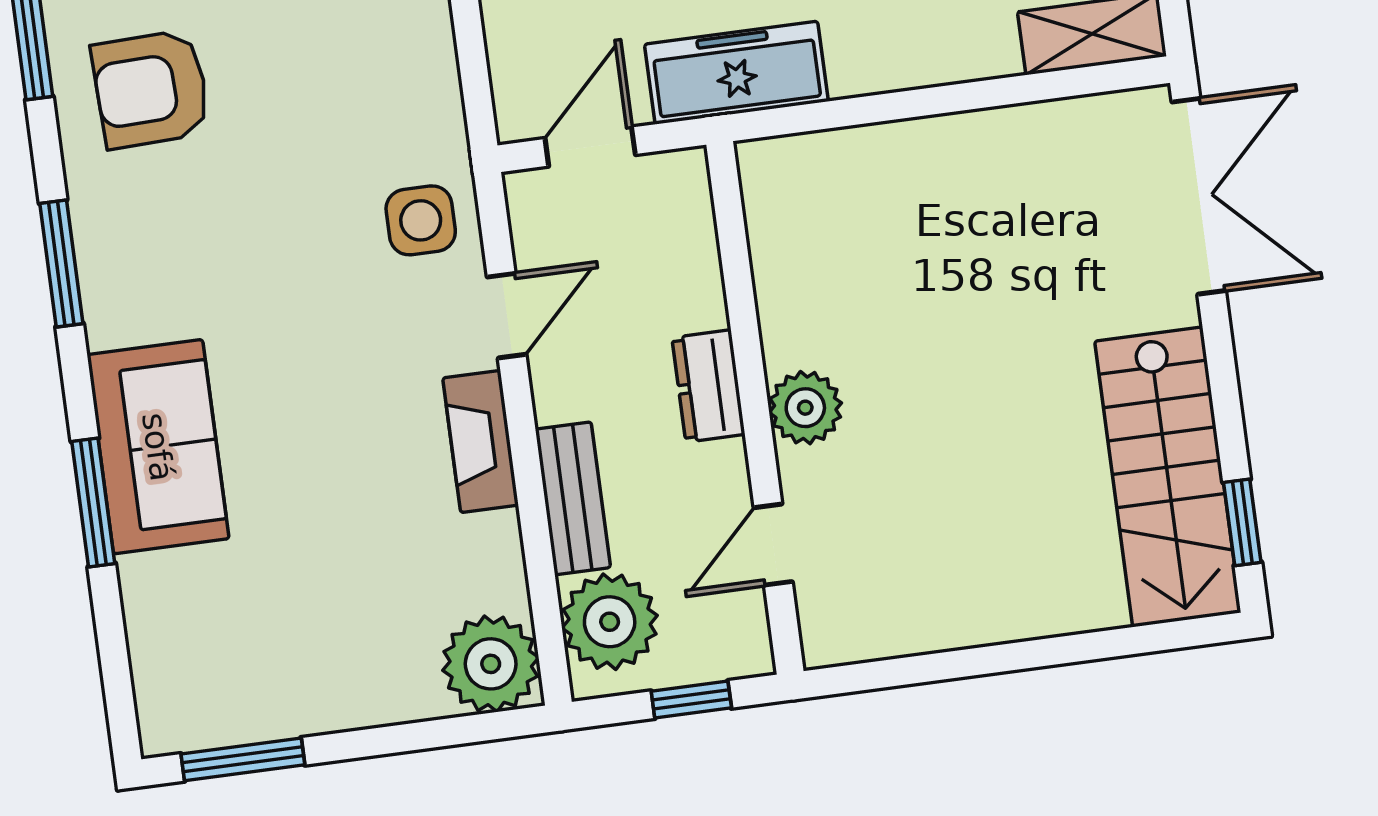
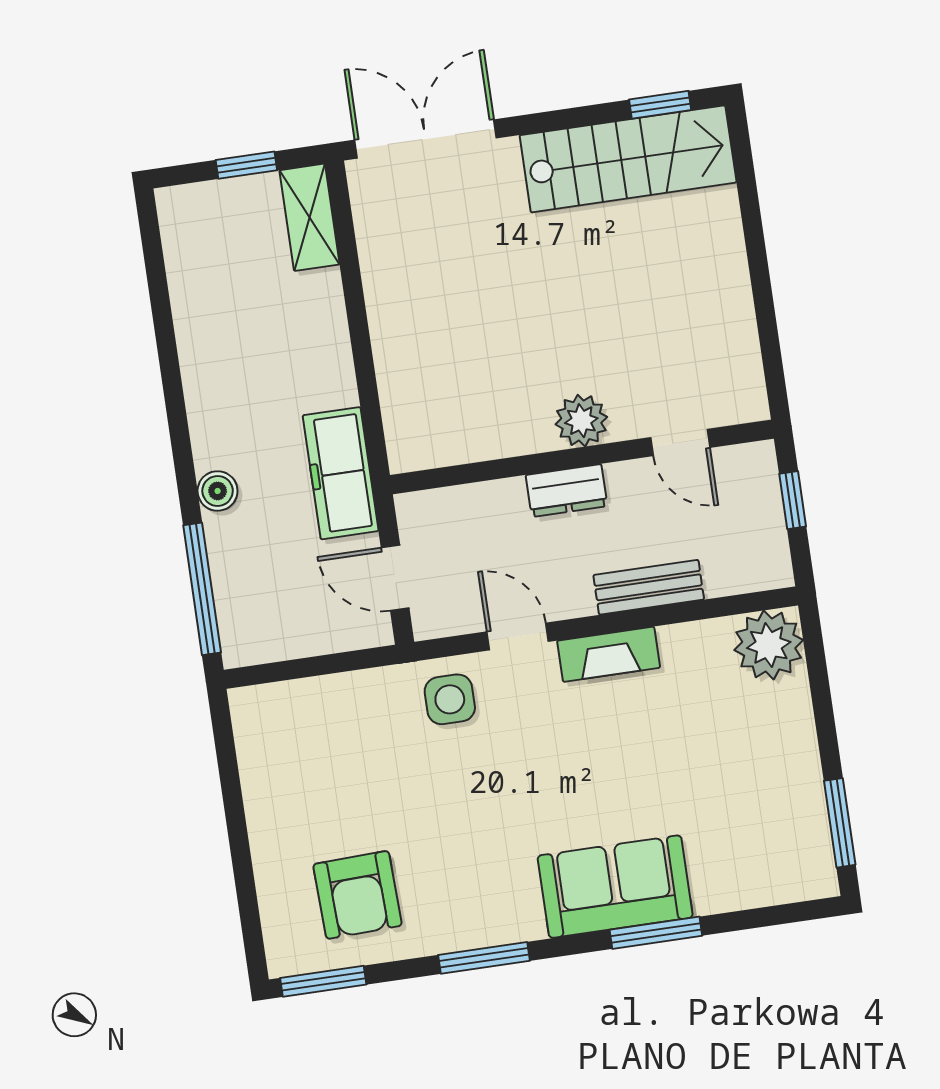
plant: (610, 622) -> (737, 560), removed

